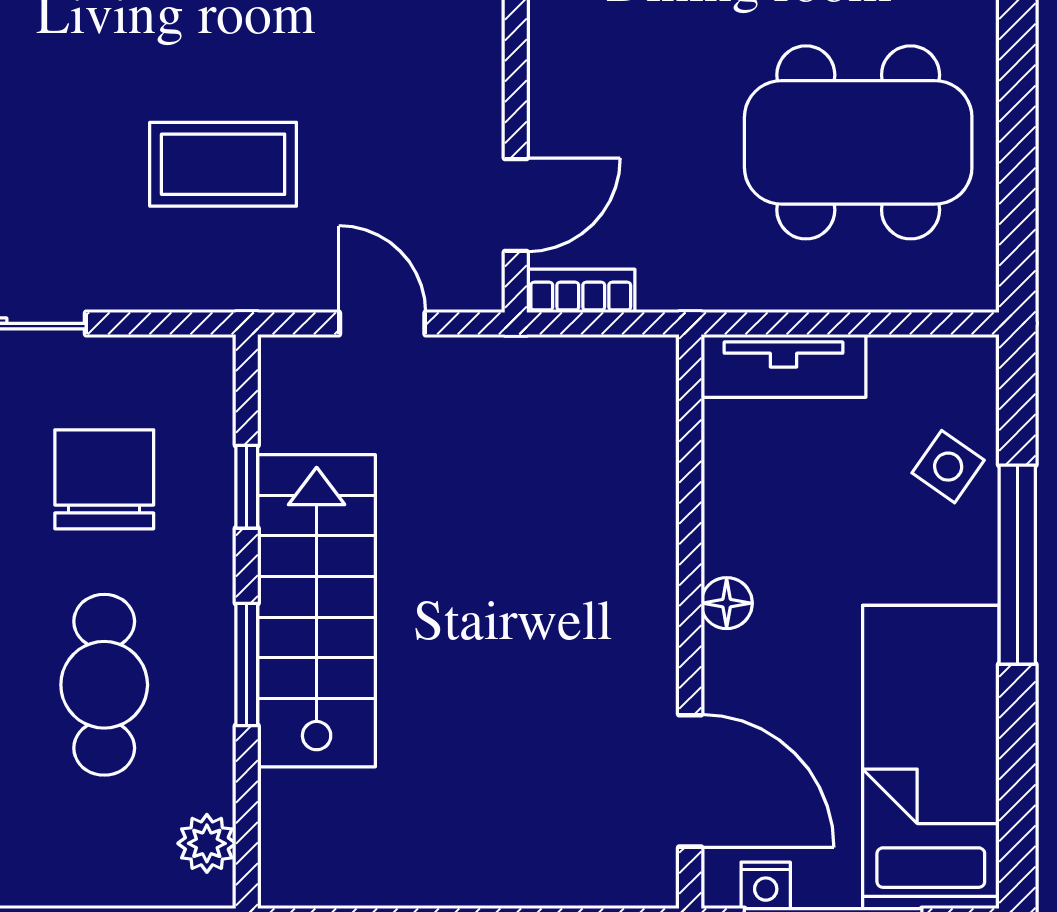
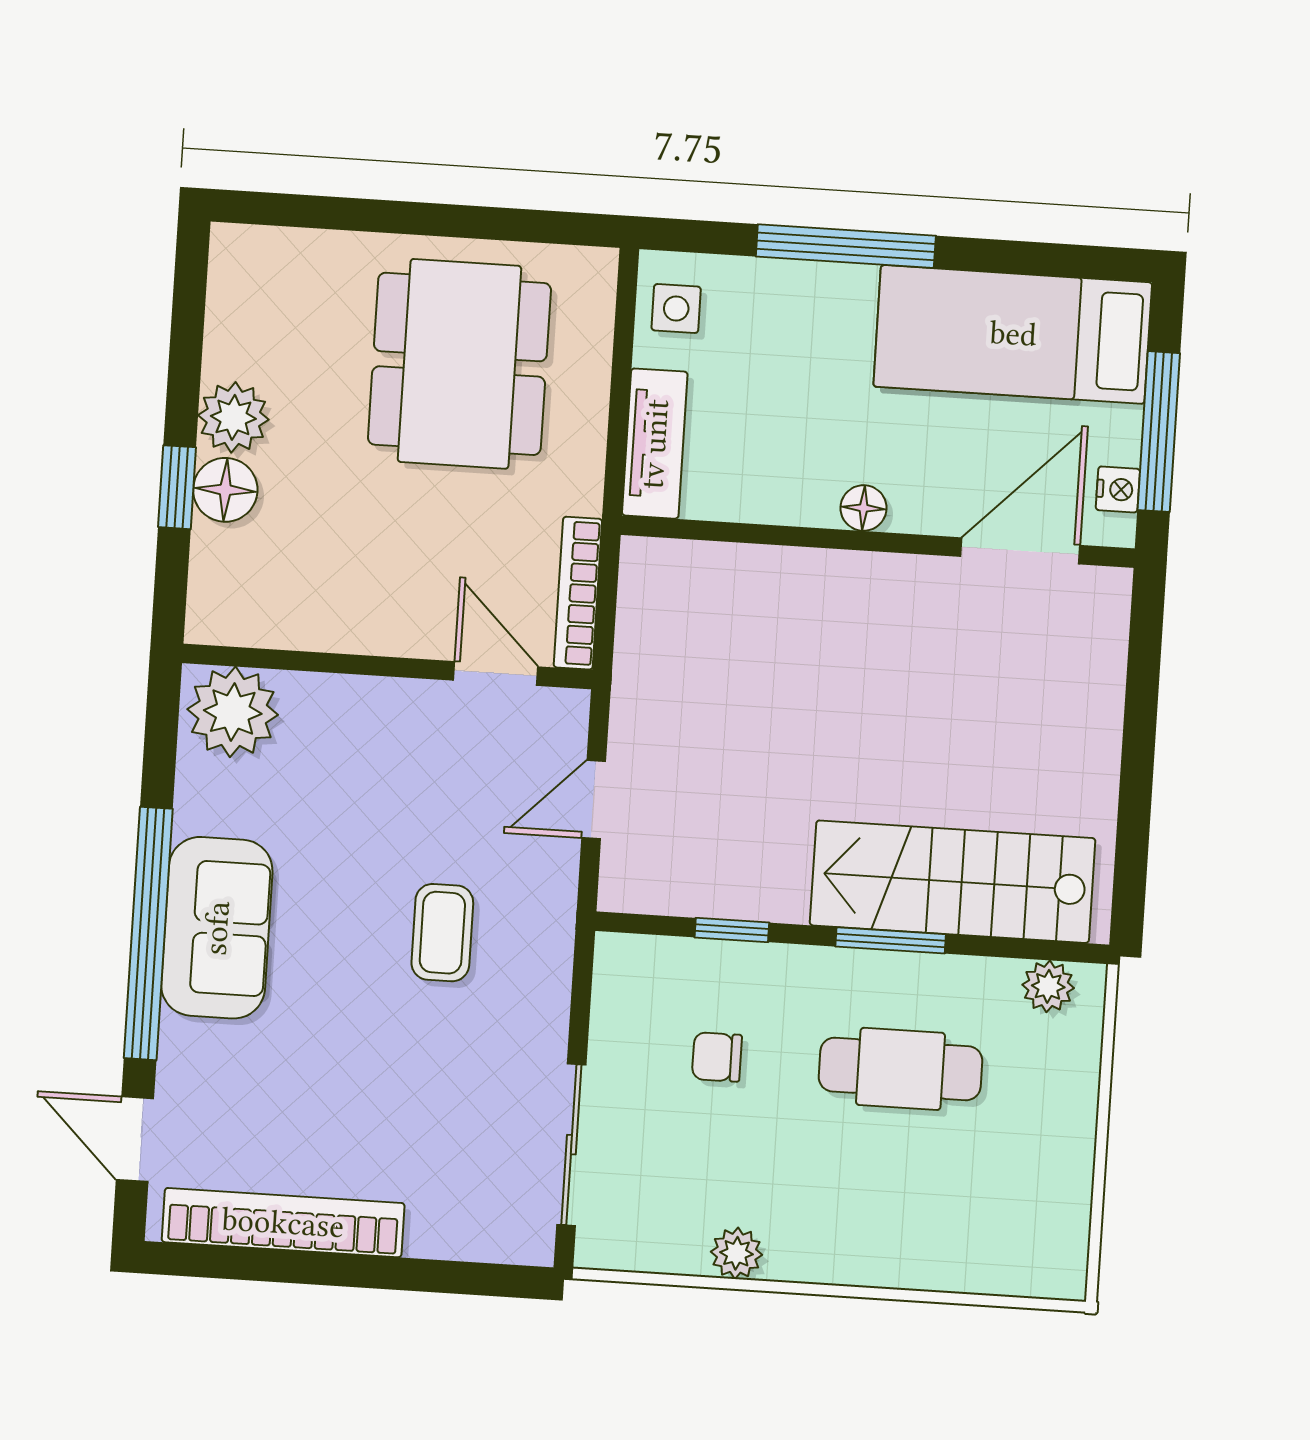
coffee table: (223, 164) -> (442, 933), width x0.73, depth x0.77
bookcase: (581, 291) -> (578, 593), width x1.56
side table: (948, 467) -> (676, 308), moved, turned -35
chair: (104, 479) -> (717, 1057), width x0.54, depth x0.54
stairs: (317, 611) -> (953, 882), moved

